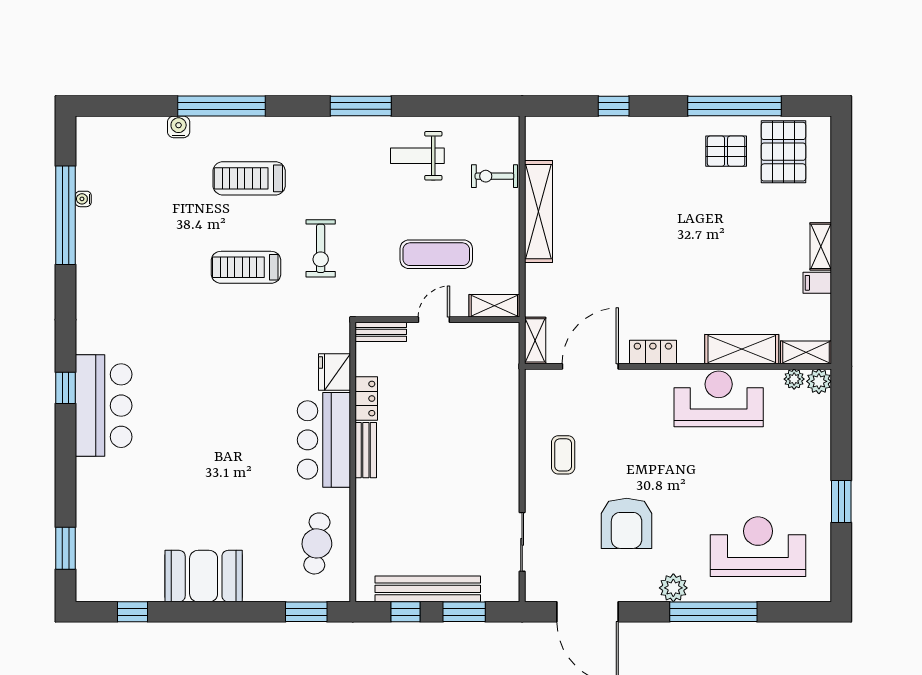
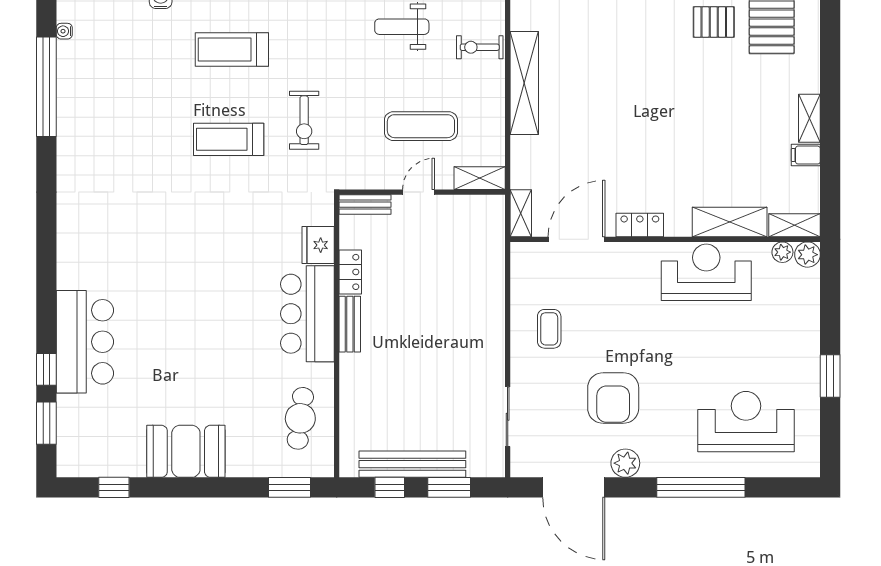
water cooler: (83, 199) -> (64, 31), moved
window: (66, 388) -> (46, 369), moved
bar counter: (104, 406) -> (85, 342), moved
plant: (673, 588) -> (625, 463), moved

